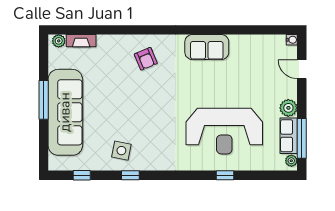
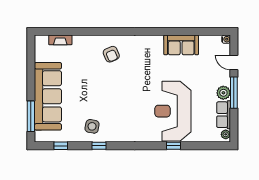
plant: (59, 41) -> (43, 40), removed
sofa: (207, 47) -> (181, 45), moved
window: (44, 100) -> (31, 116), moved
reception desk: (224, 131) -> (173, 111), turned 90
window: (302, 138) -> (234, 93), moved

